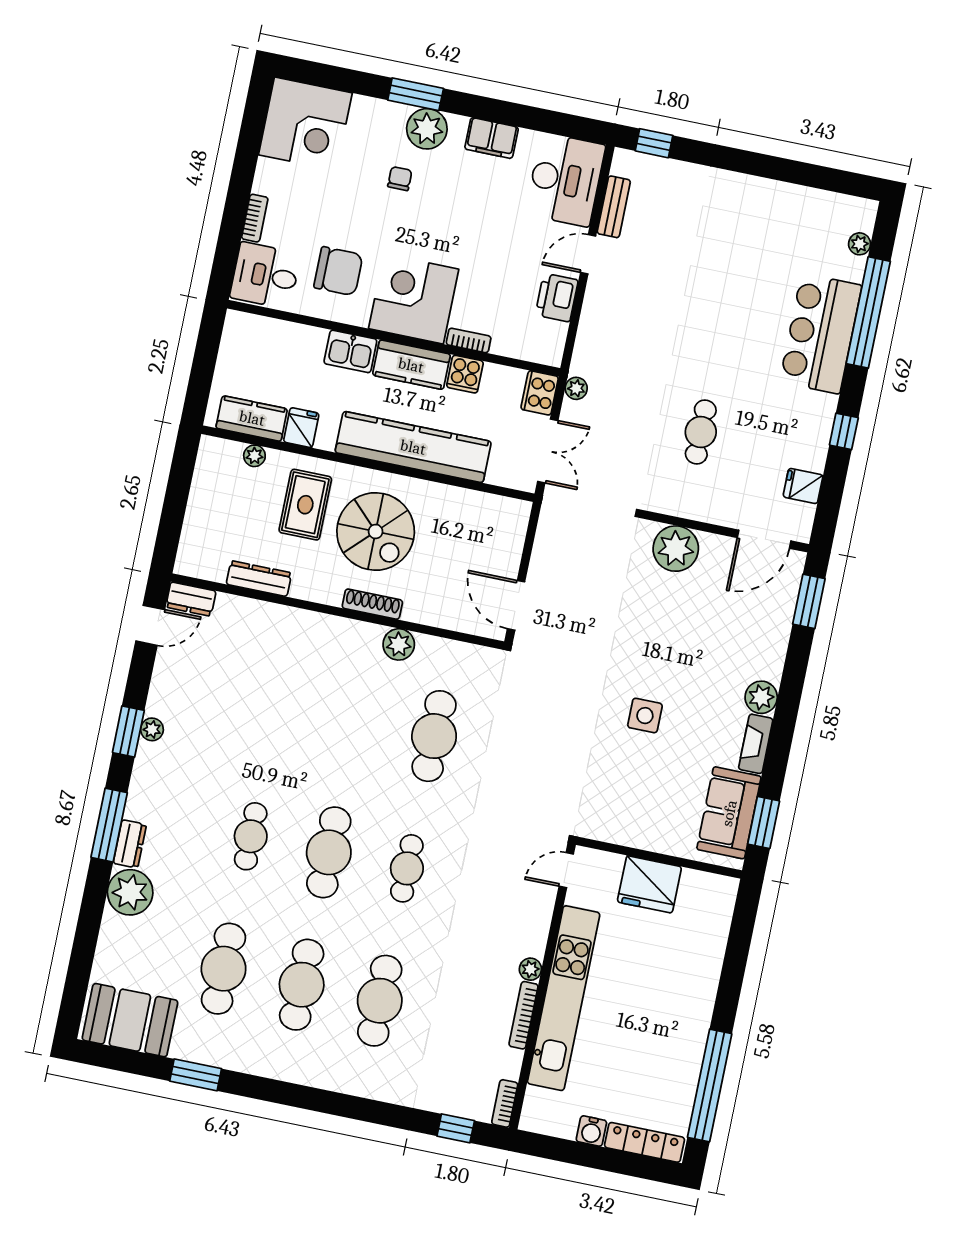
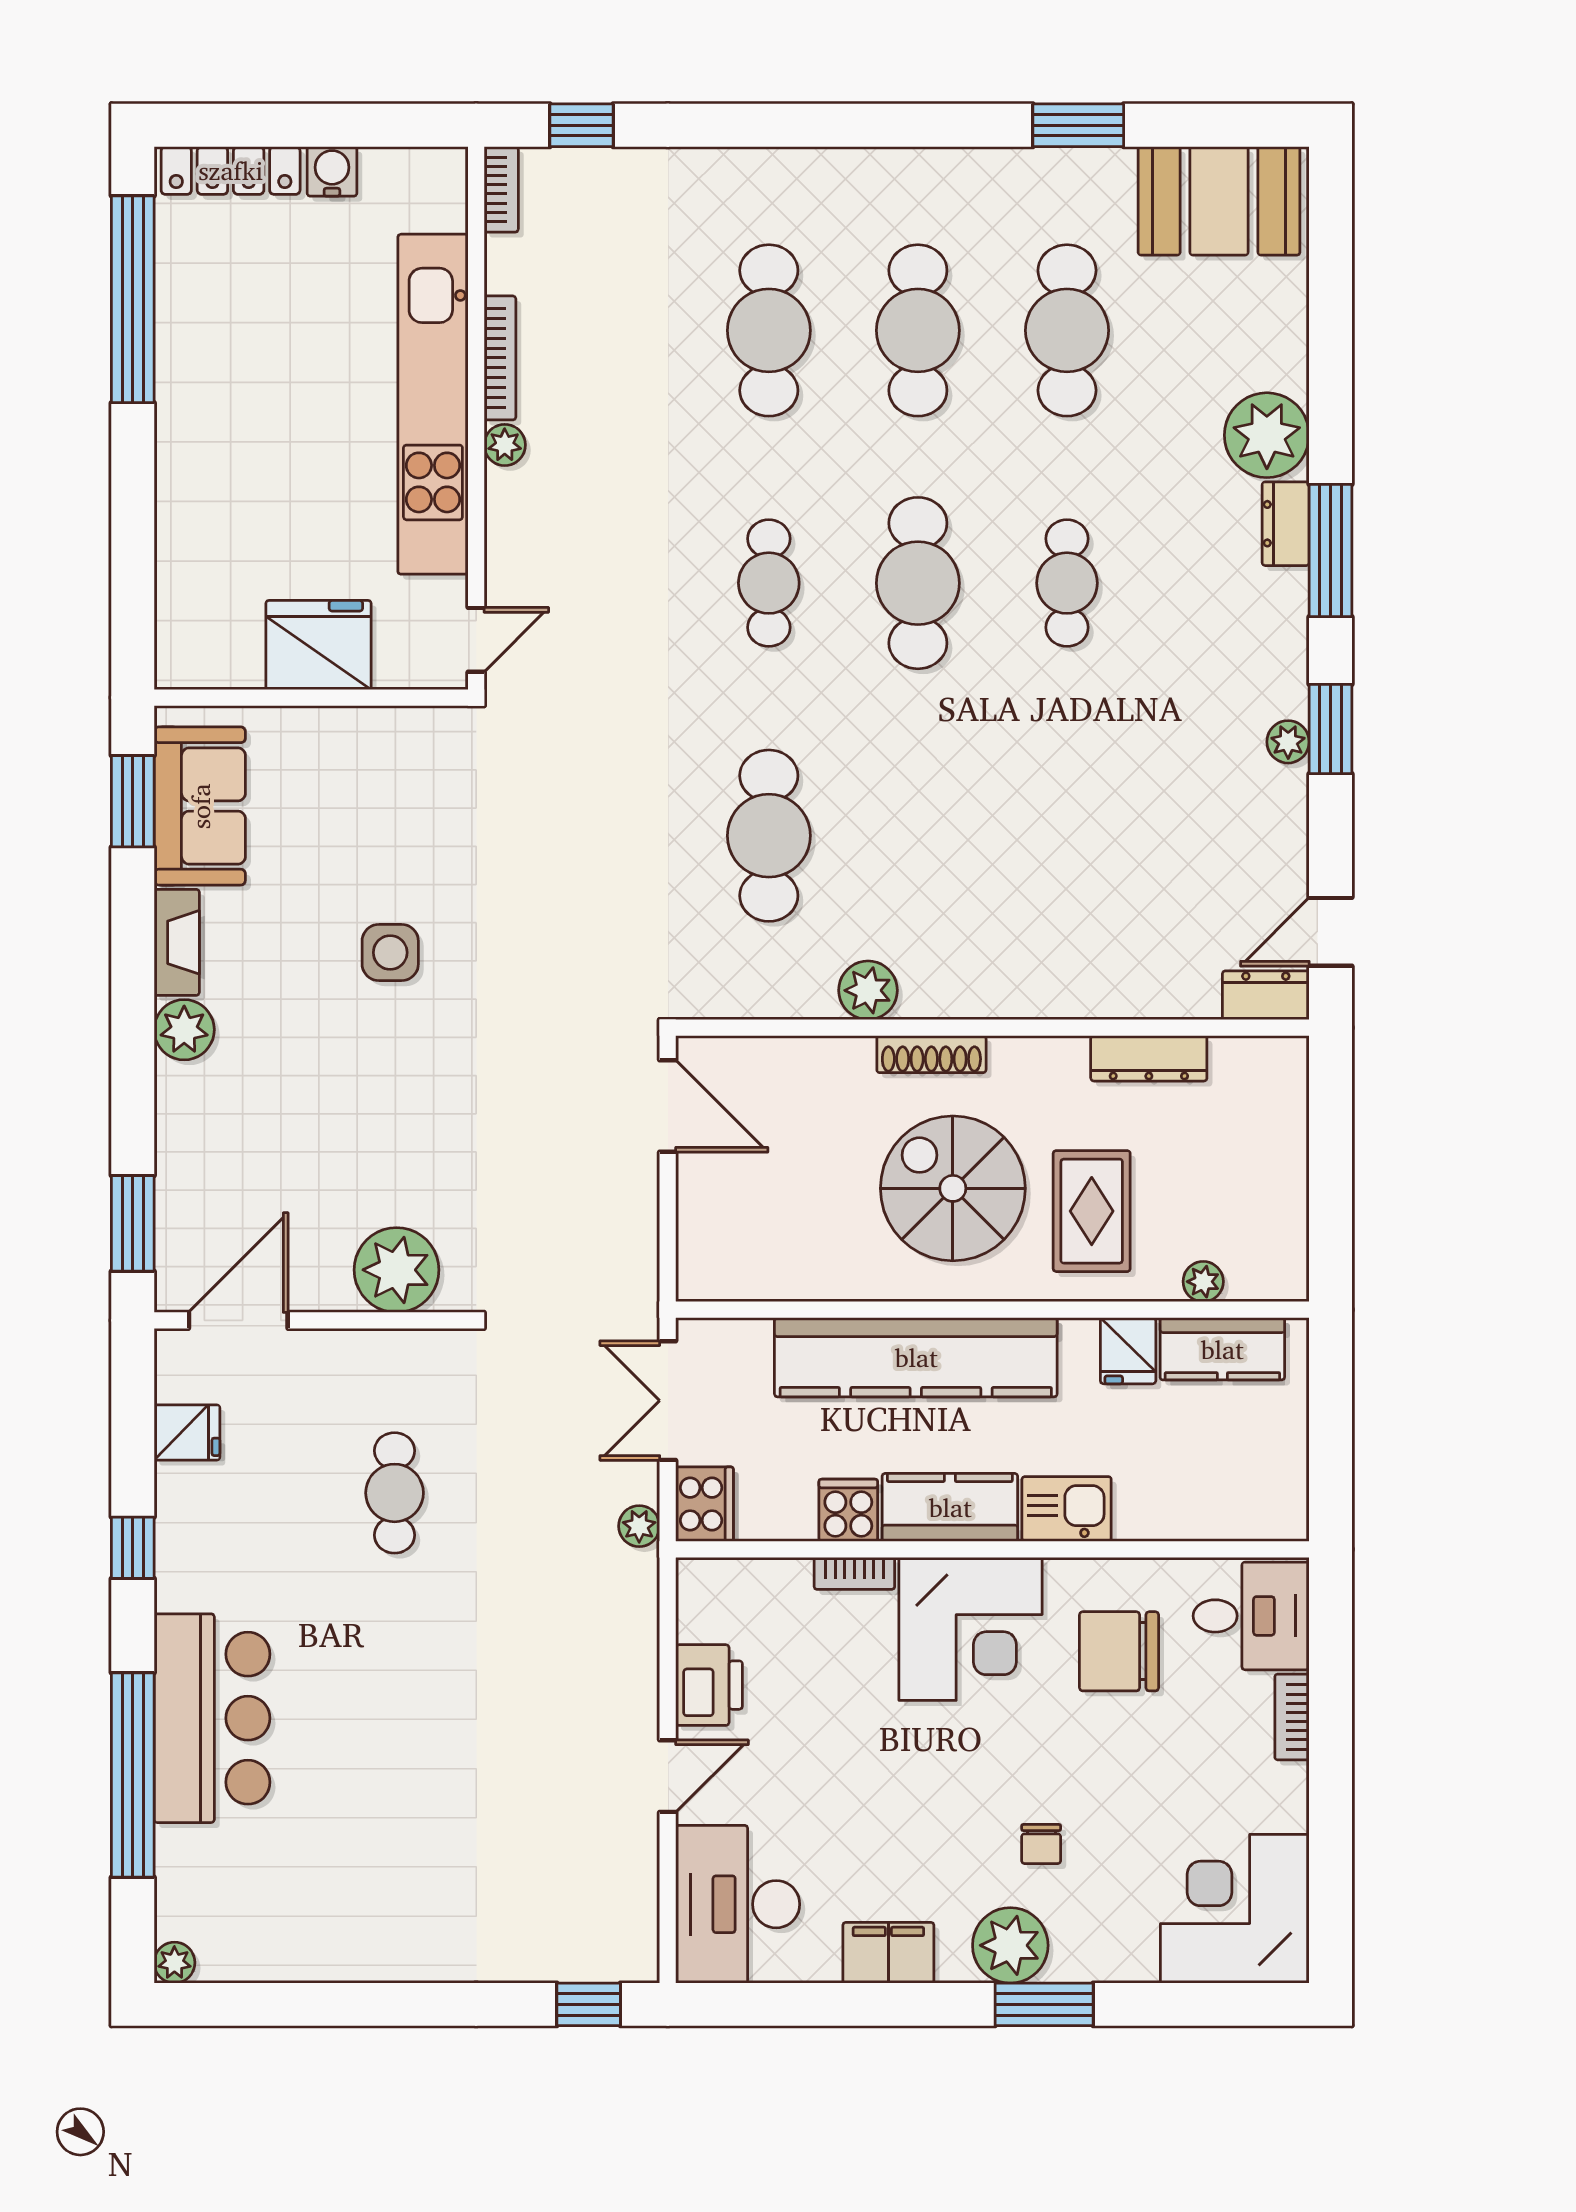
bench: (614, 207) -> (639, 1873), removed
plant: (860, 244) -> (174, 1963), moved

